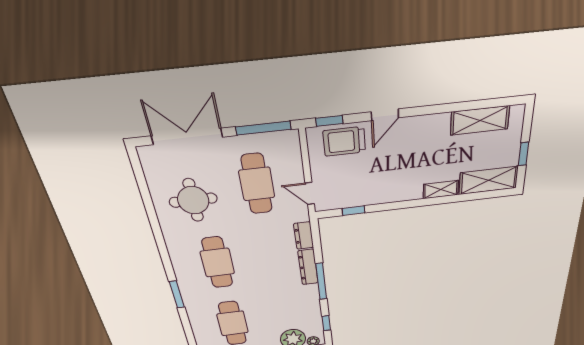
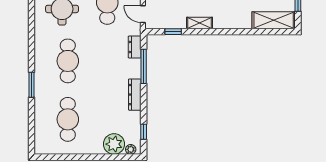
shelving: (441, 190) -> (200, 23), moved
dresser: (308, 267) -> (135, 95), moved
window: (321, 281) -> (144, 66), moved

